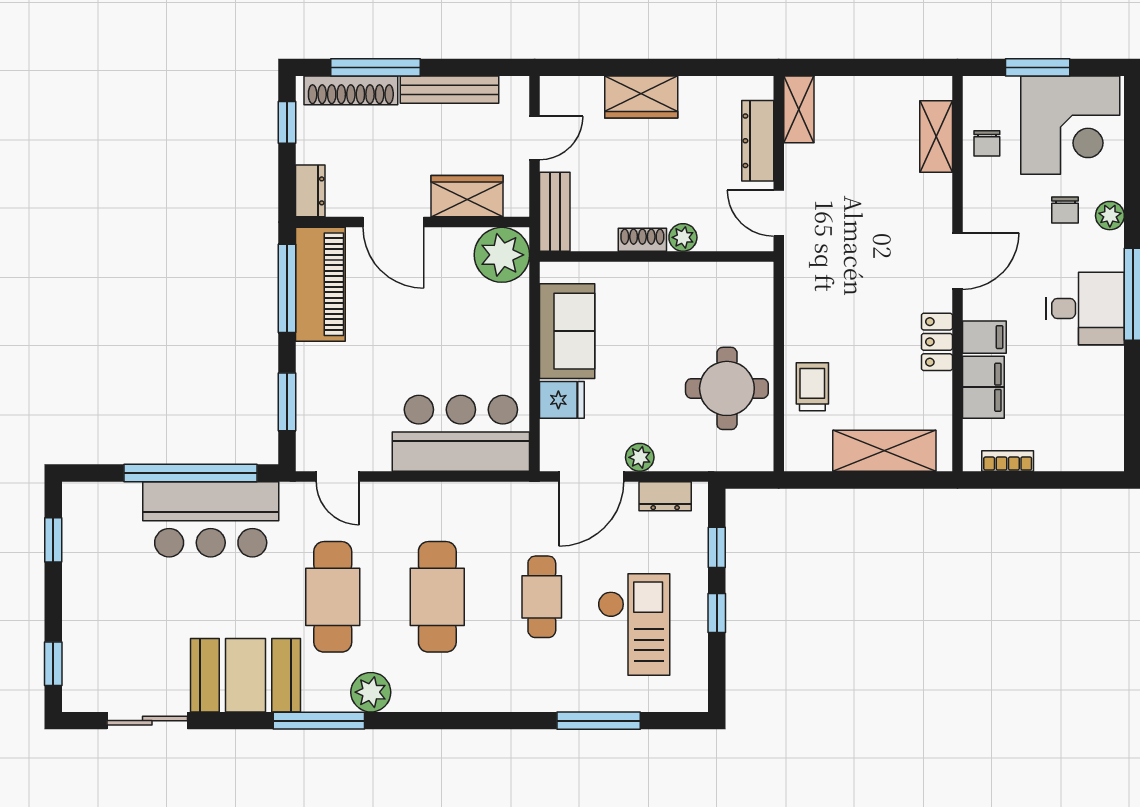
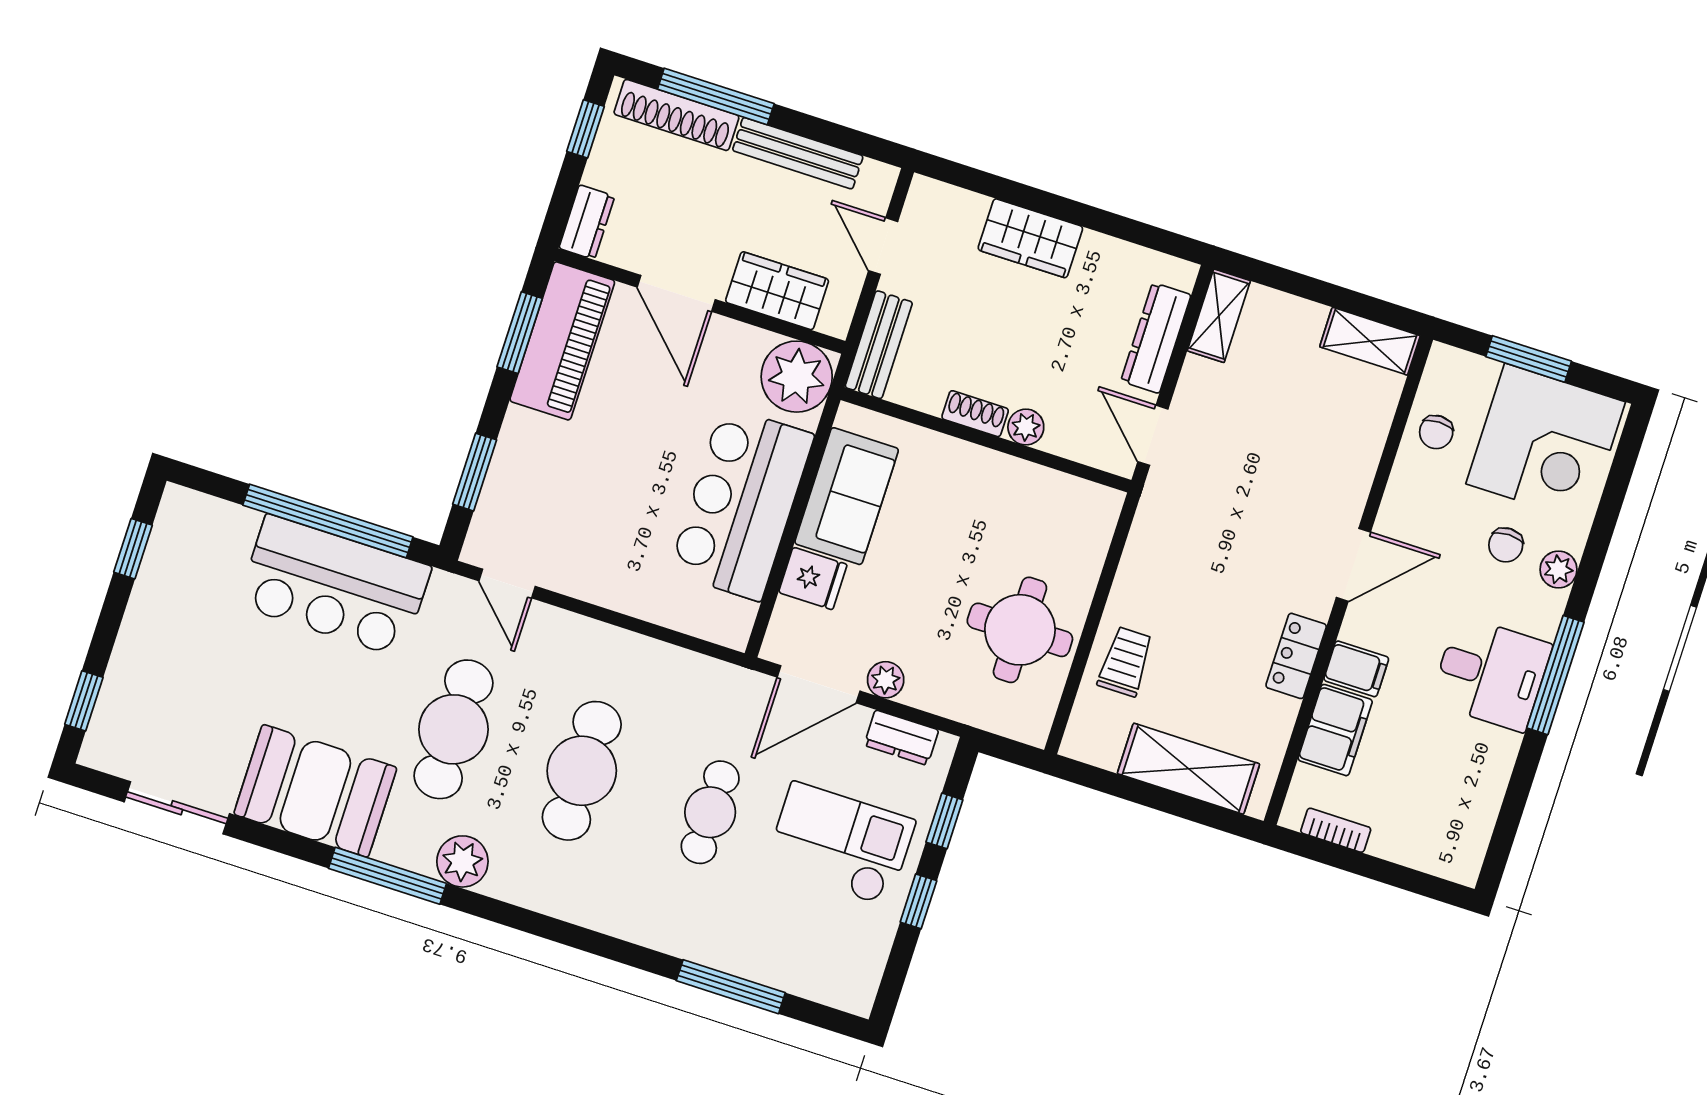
shelving: (936, 137) -> (1370, 341), moved, turned 90
door: (535, 138) -> (883, 246), swing flipped
window: (287, 288) -> (520, 333), width x0.69
bar counter: (461, 433) -> (741, 503), moved, turned -90
checkout: (634, 625) -> (840, 844), moved, turned -90

